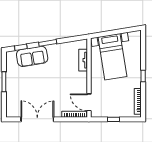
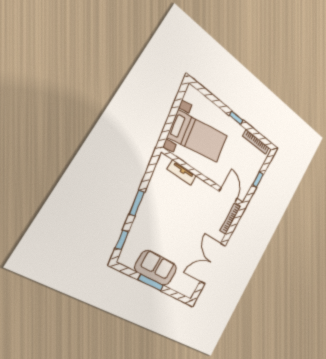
sofa: (32, 56) -> (156, 268), moved, turned -81
door: (89, 102) -> (228, 195), swing flipped

